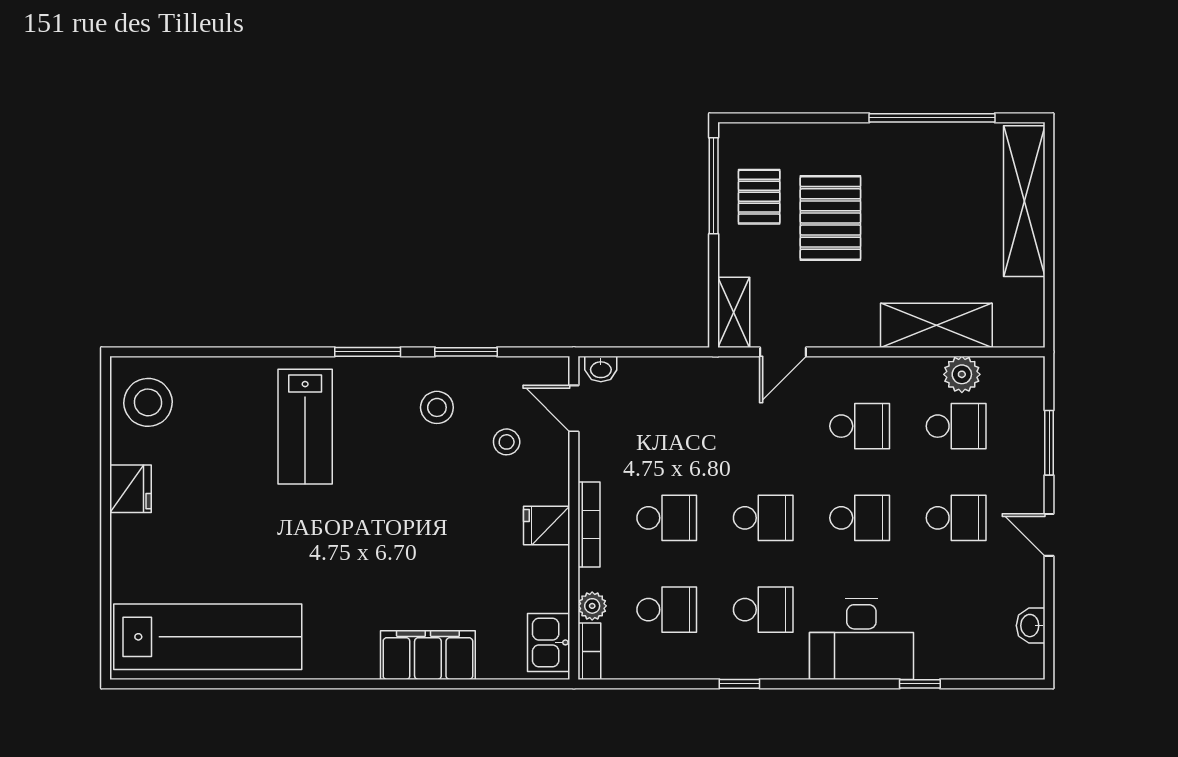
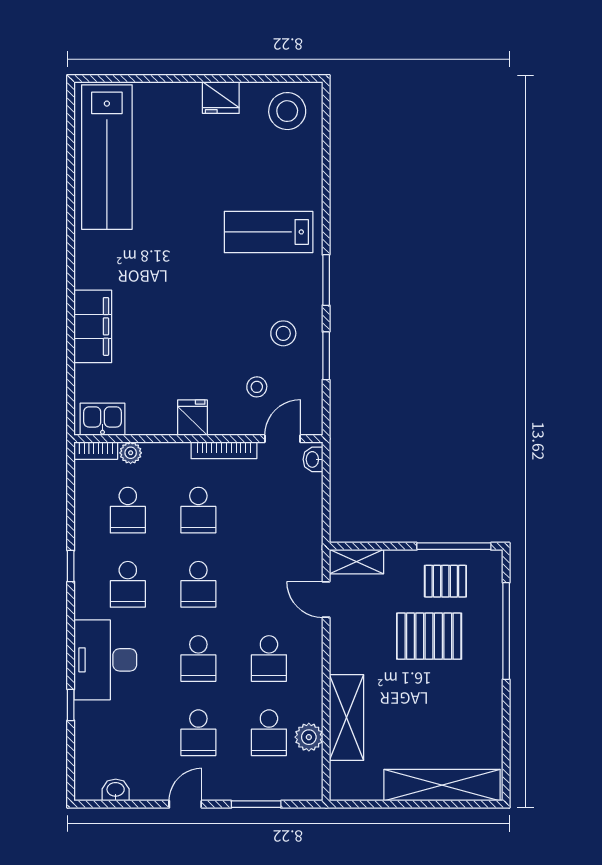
window: (932, 118) -> (506, 631), moved
bookcase: (589, 525) -> (224, 450), moved

